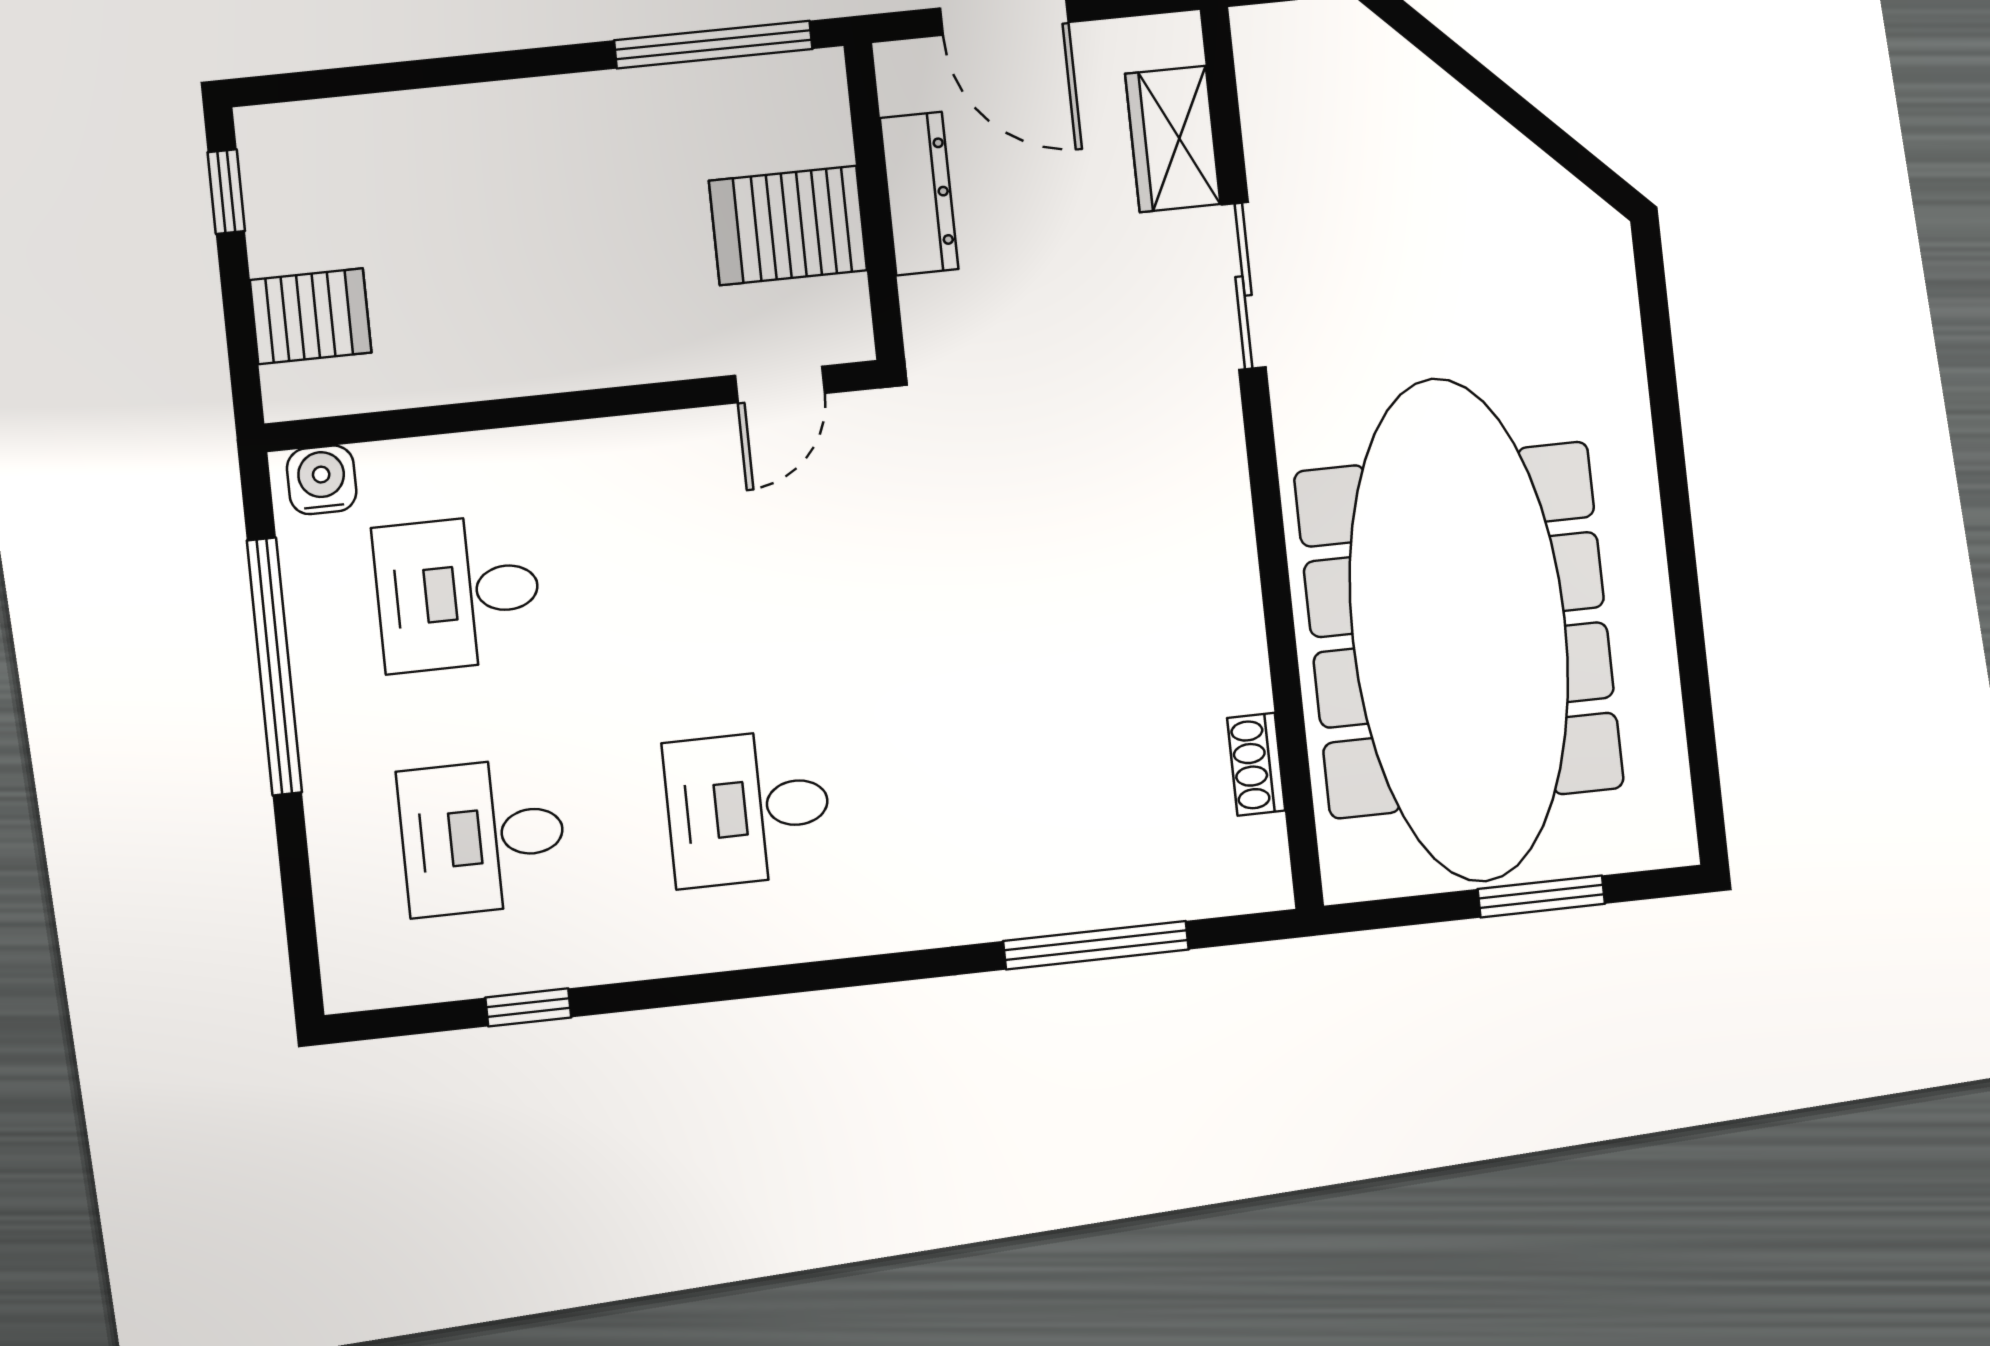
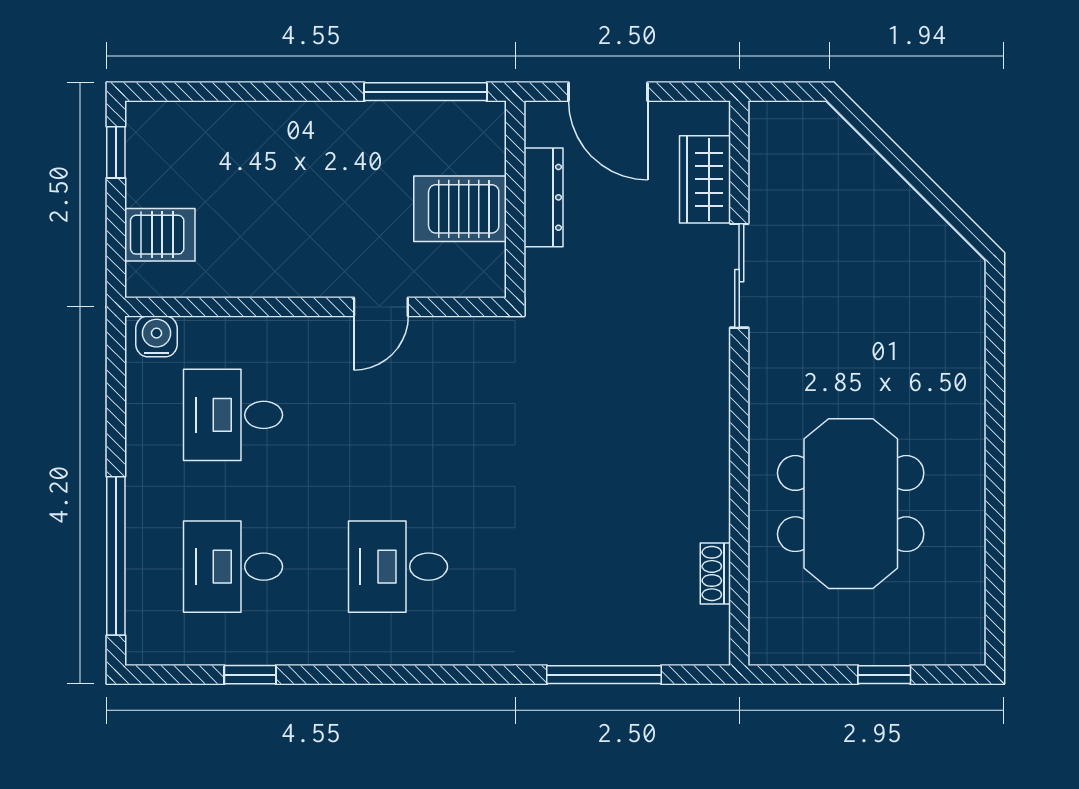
door: (780, 384) -> (381, 307), moved
meeting table: (1459, 630) -> (851, 504), width x0.54, depth x0.79
window: (274, 666) -> (116, 556), moved
window: (1541, 896) -> (884, 675), width x0.67

